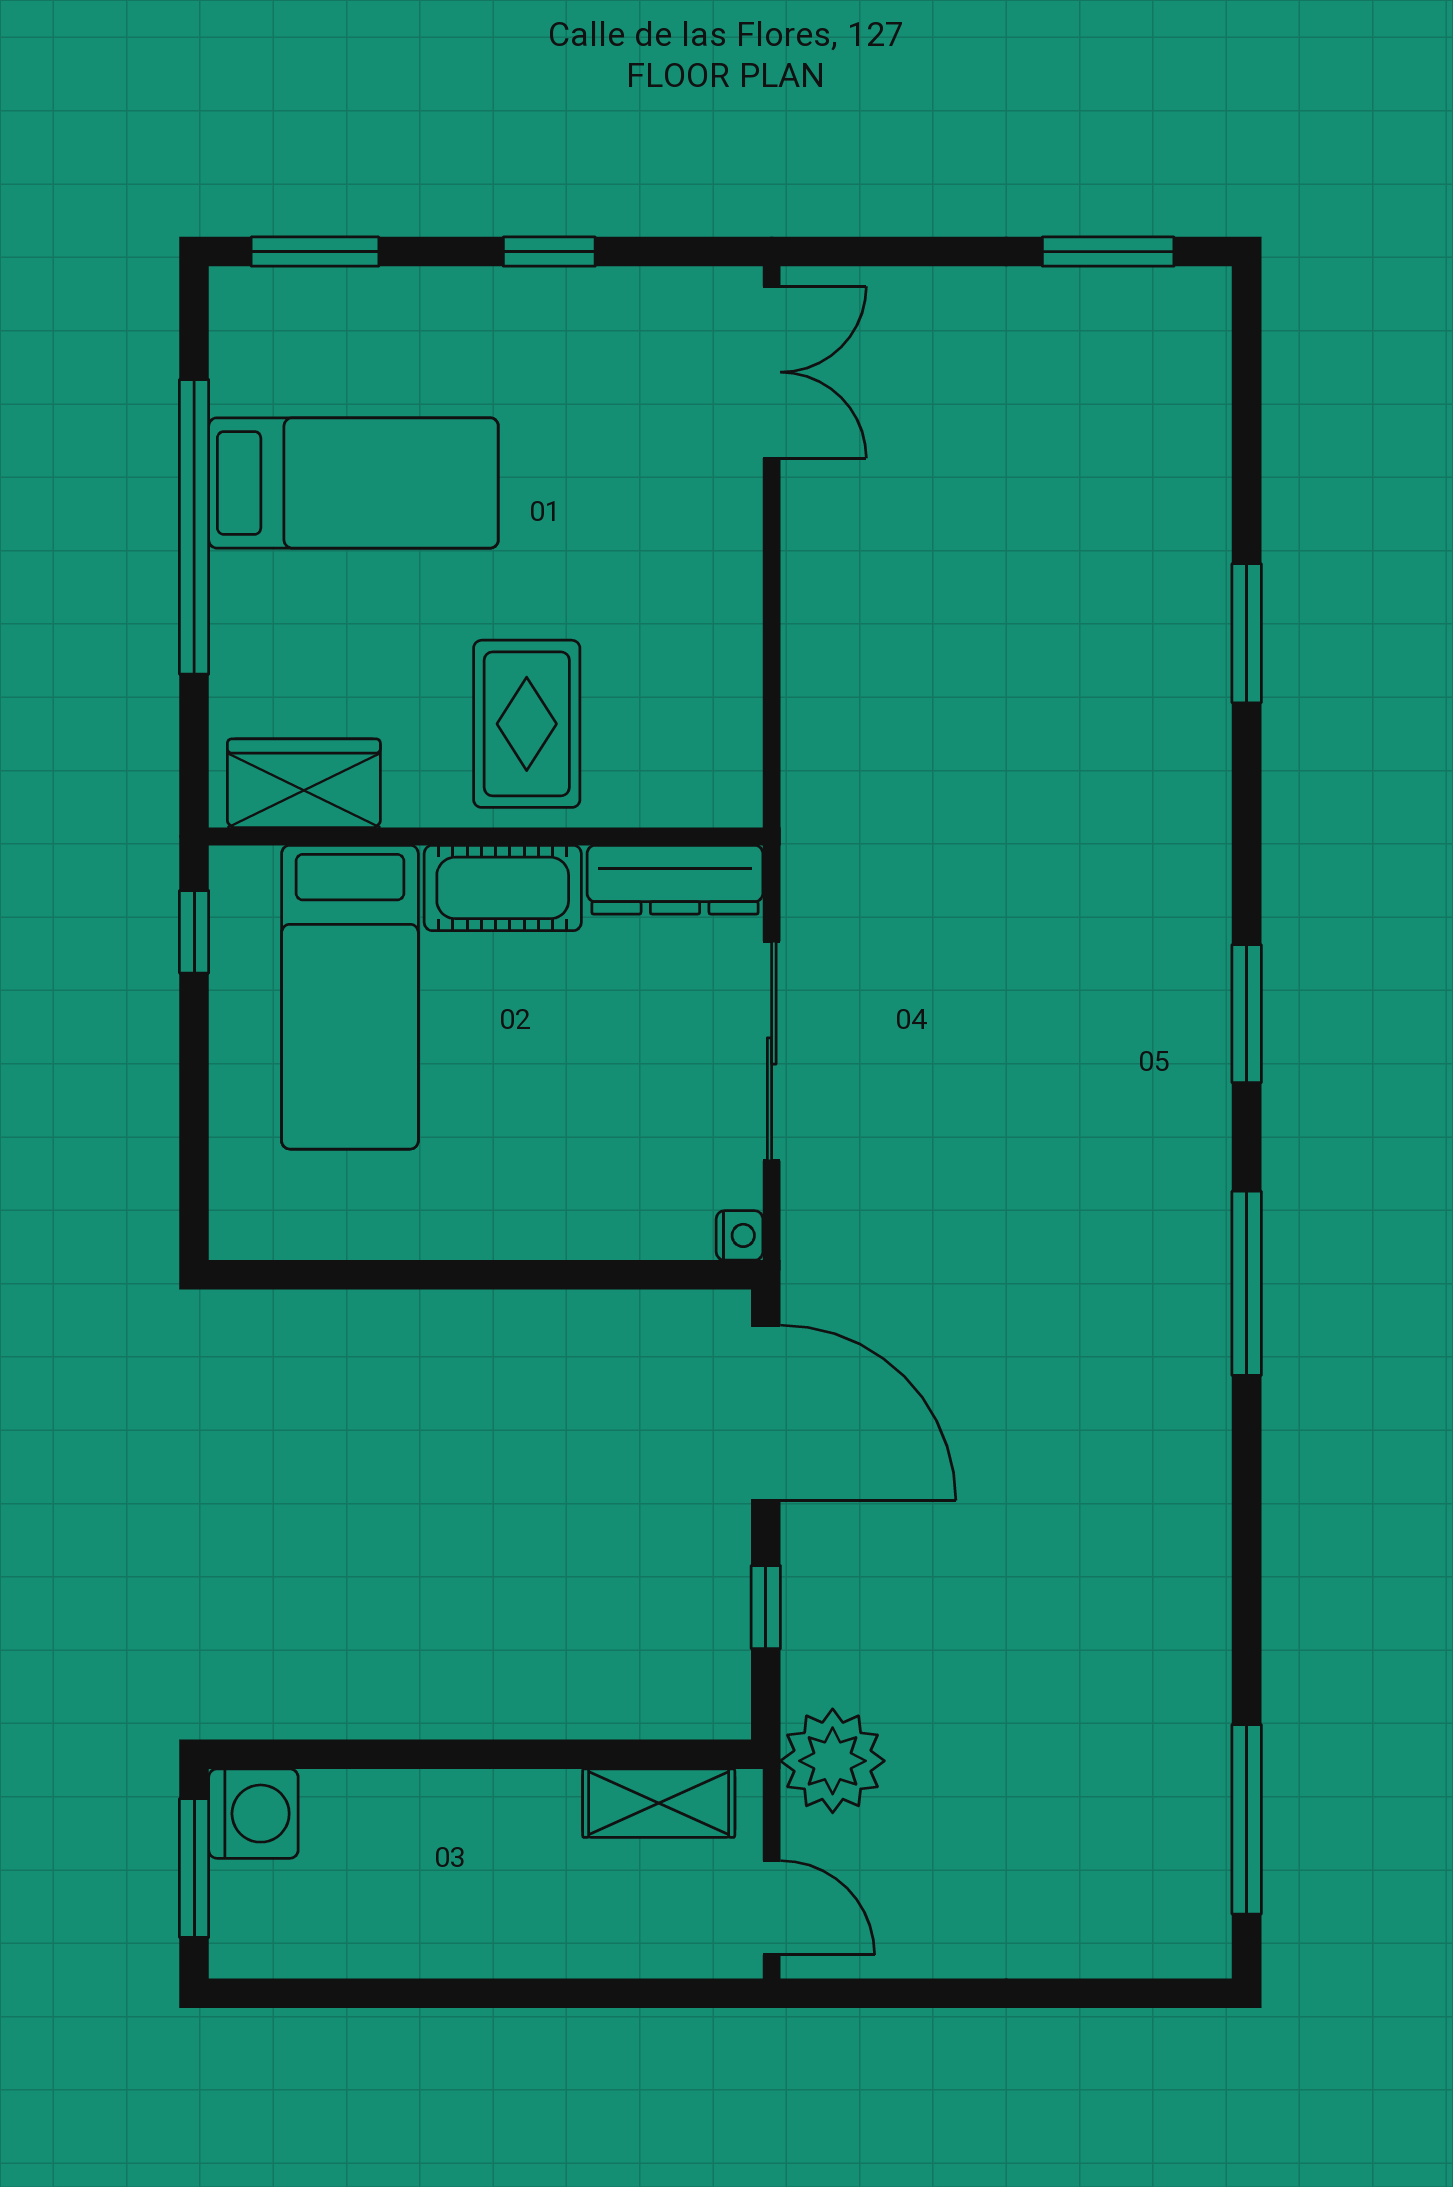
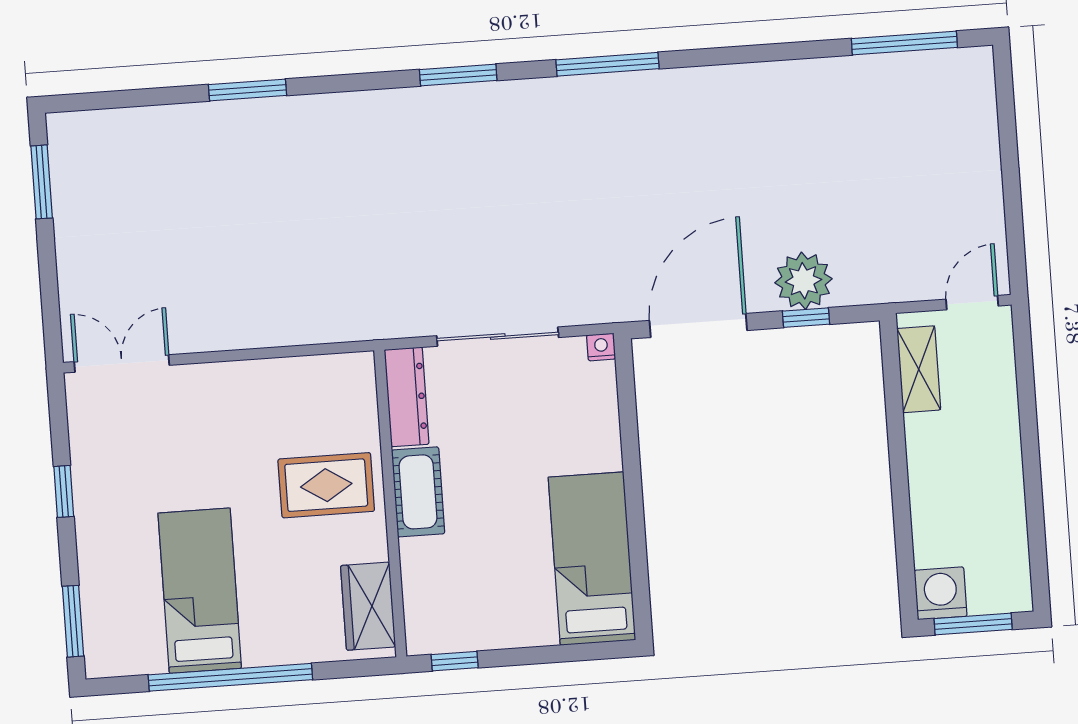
bed: (350, 997) -> (592, 559), moved, turned -90
plant: (833, 1761) -> (803, 281), moved

